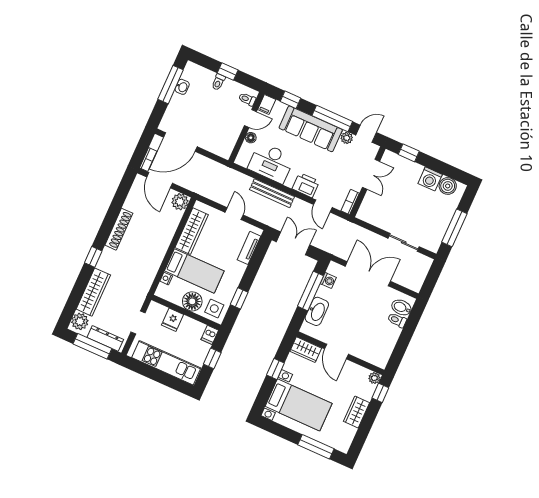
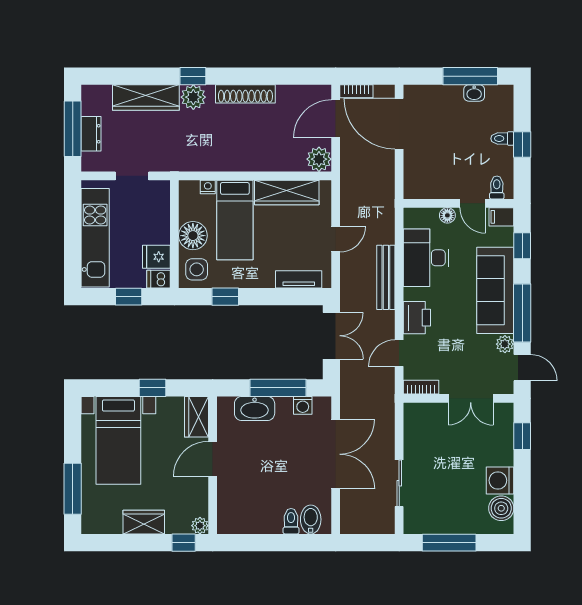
fridge: (172, 320) -> (156, 257), moved
plant: (80, 321) -> (193, 97), moved
dresser: (105, 338) -> (91, 134), width x0.70

